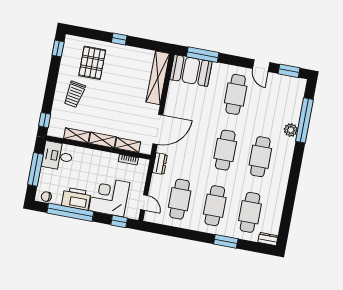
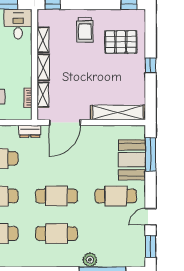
booth: (191, 71) -> (132, 160), moved
trolley: (74, 94) -> (85, 30), turned -100
door: (158, 129) -> (65, 123), hinge flipped

